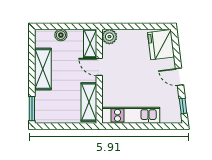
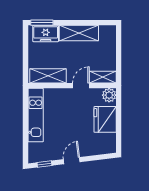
boiler: (61, 35) -> (111, 50), removed
fridge: (161, 45) -> (105, 119), moved, turned -83
freezer: (43, 105) -> (46, 34), added

